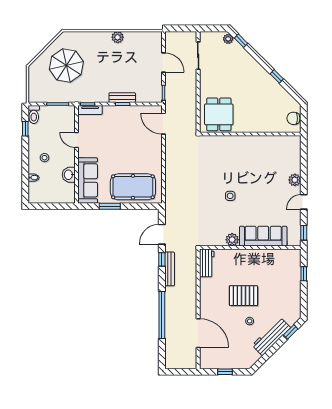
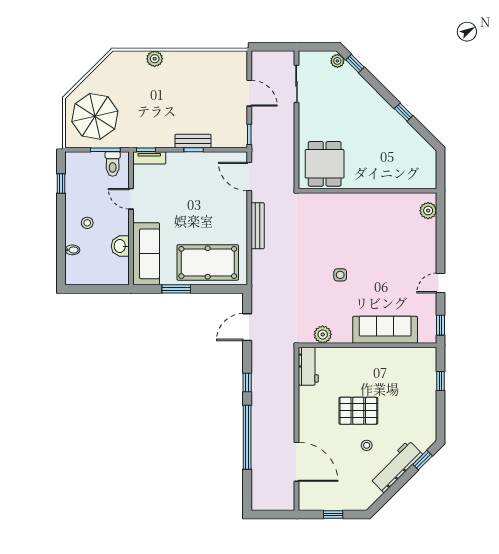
plant: (118, 37) -> (155, 59), moved
parasol: (66, 66) -> (95, 116), moved
toilet: (34, 114) -> (113, 164), moved
chair: (293, 118) -> (426, 169), removed
plant: (295, 180) -> (428, 211), moved
plant: (232, 240) -> (323, 334), moved
window: (162, 259) -> (247, 382), moved
bench: (170, 269) -> (258, 226), moved

